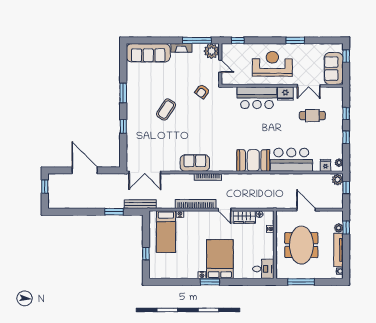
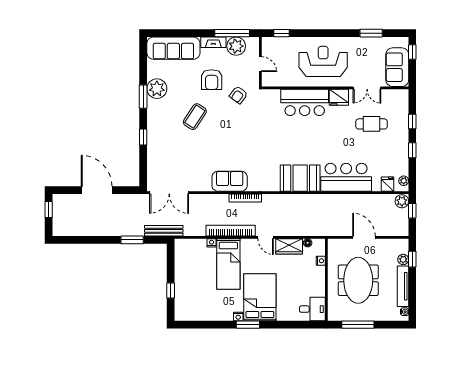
window: (295, 40) -> (371, 33), moved
plant: (212, 51) -> (236, 46), moved
armchair: (180, 79) -> (212, 80), added
plant: (135, 86) -> (157, 89), added
bed: (166, 232) -> (228, 264), moved

